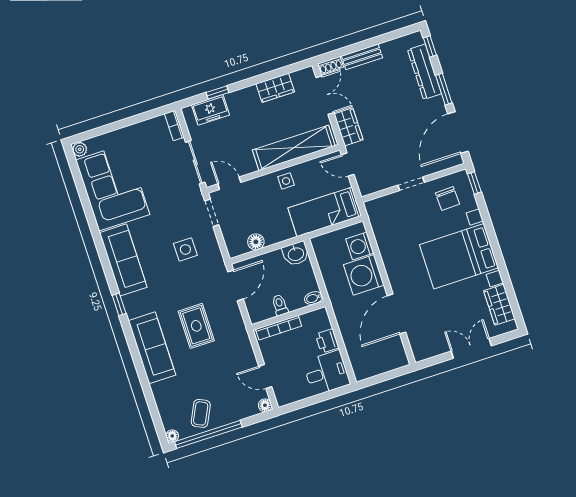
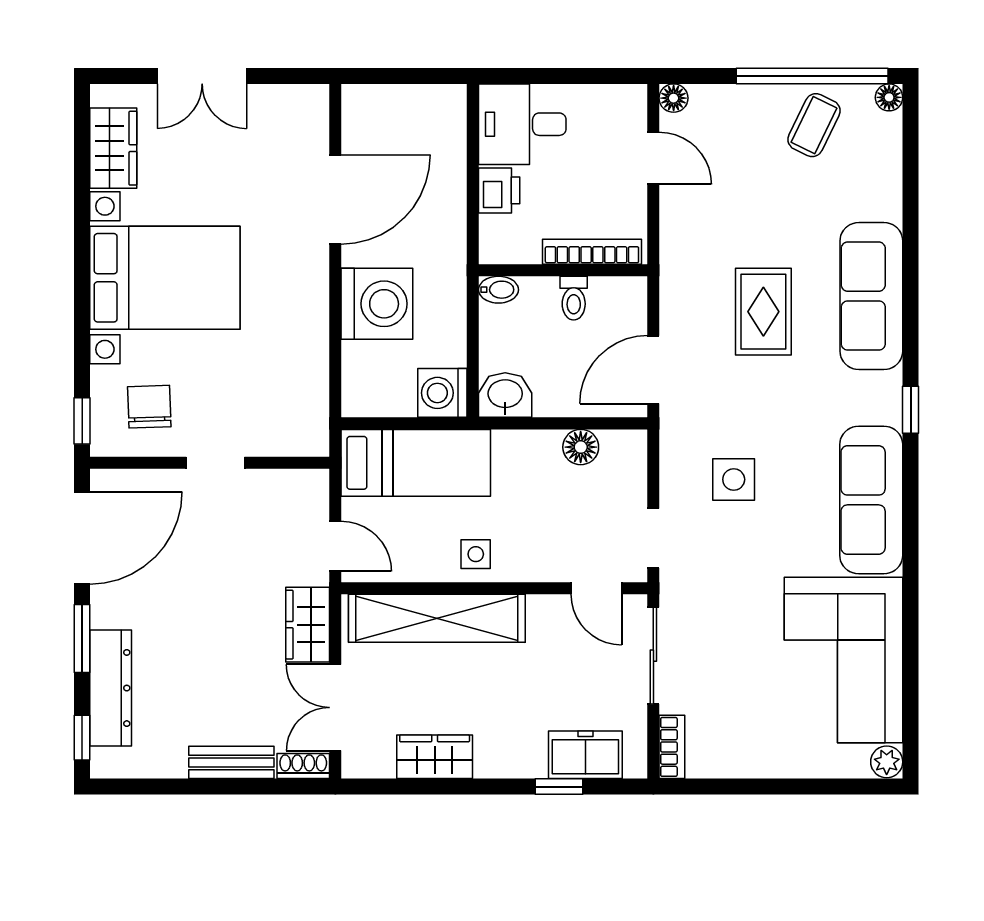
washing machine: (360, 246) -> (442, 393), moved, turned 180

